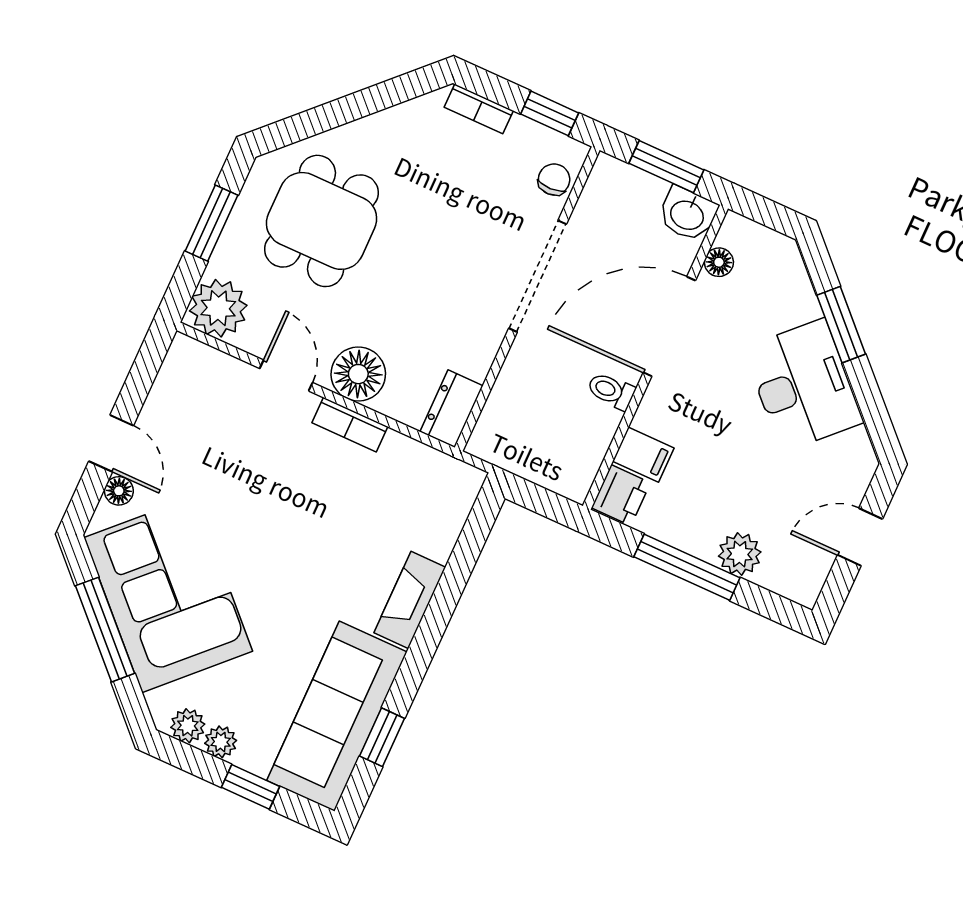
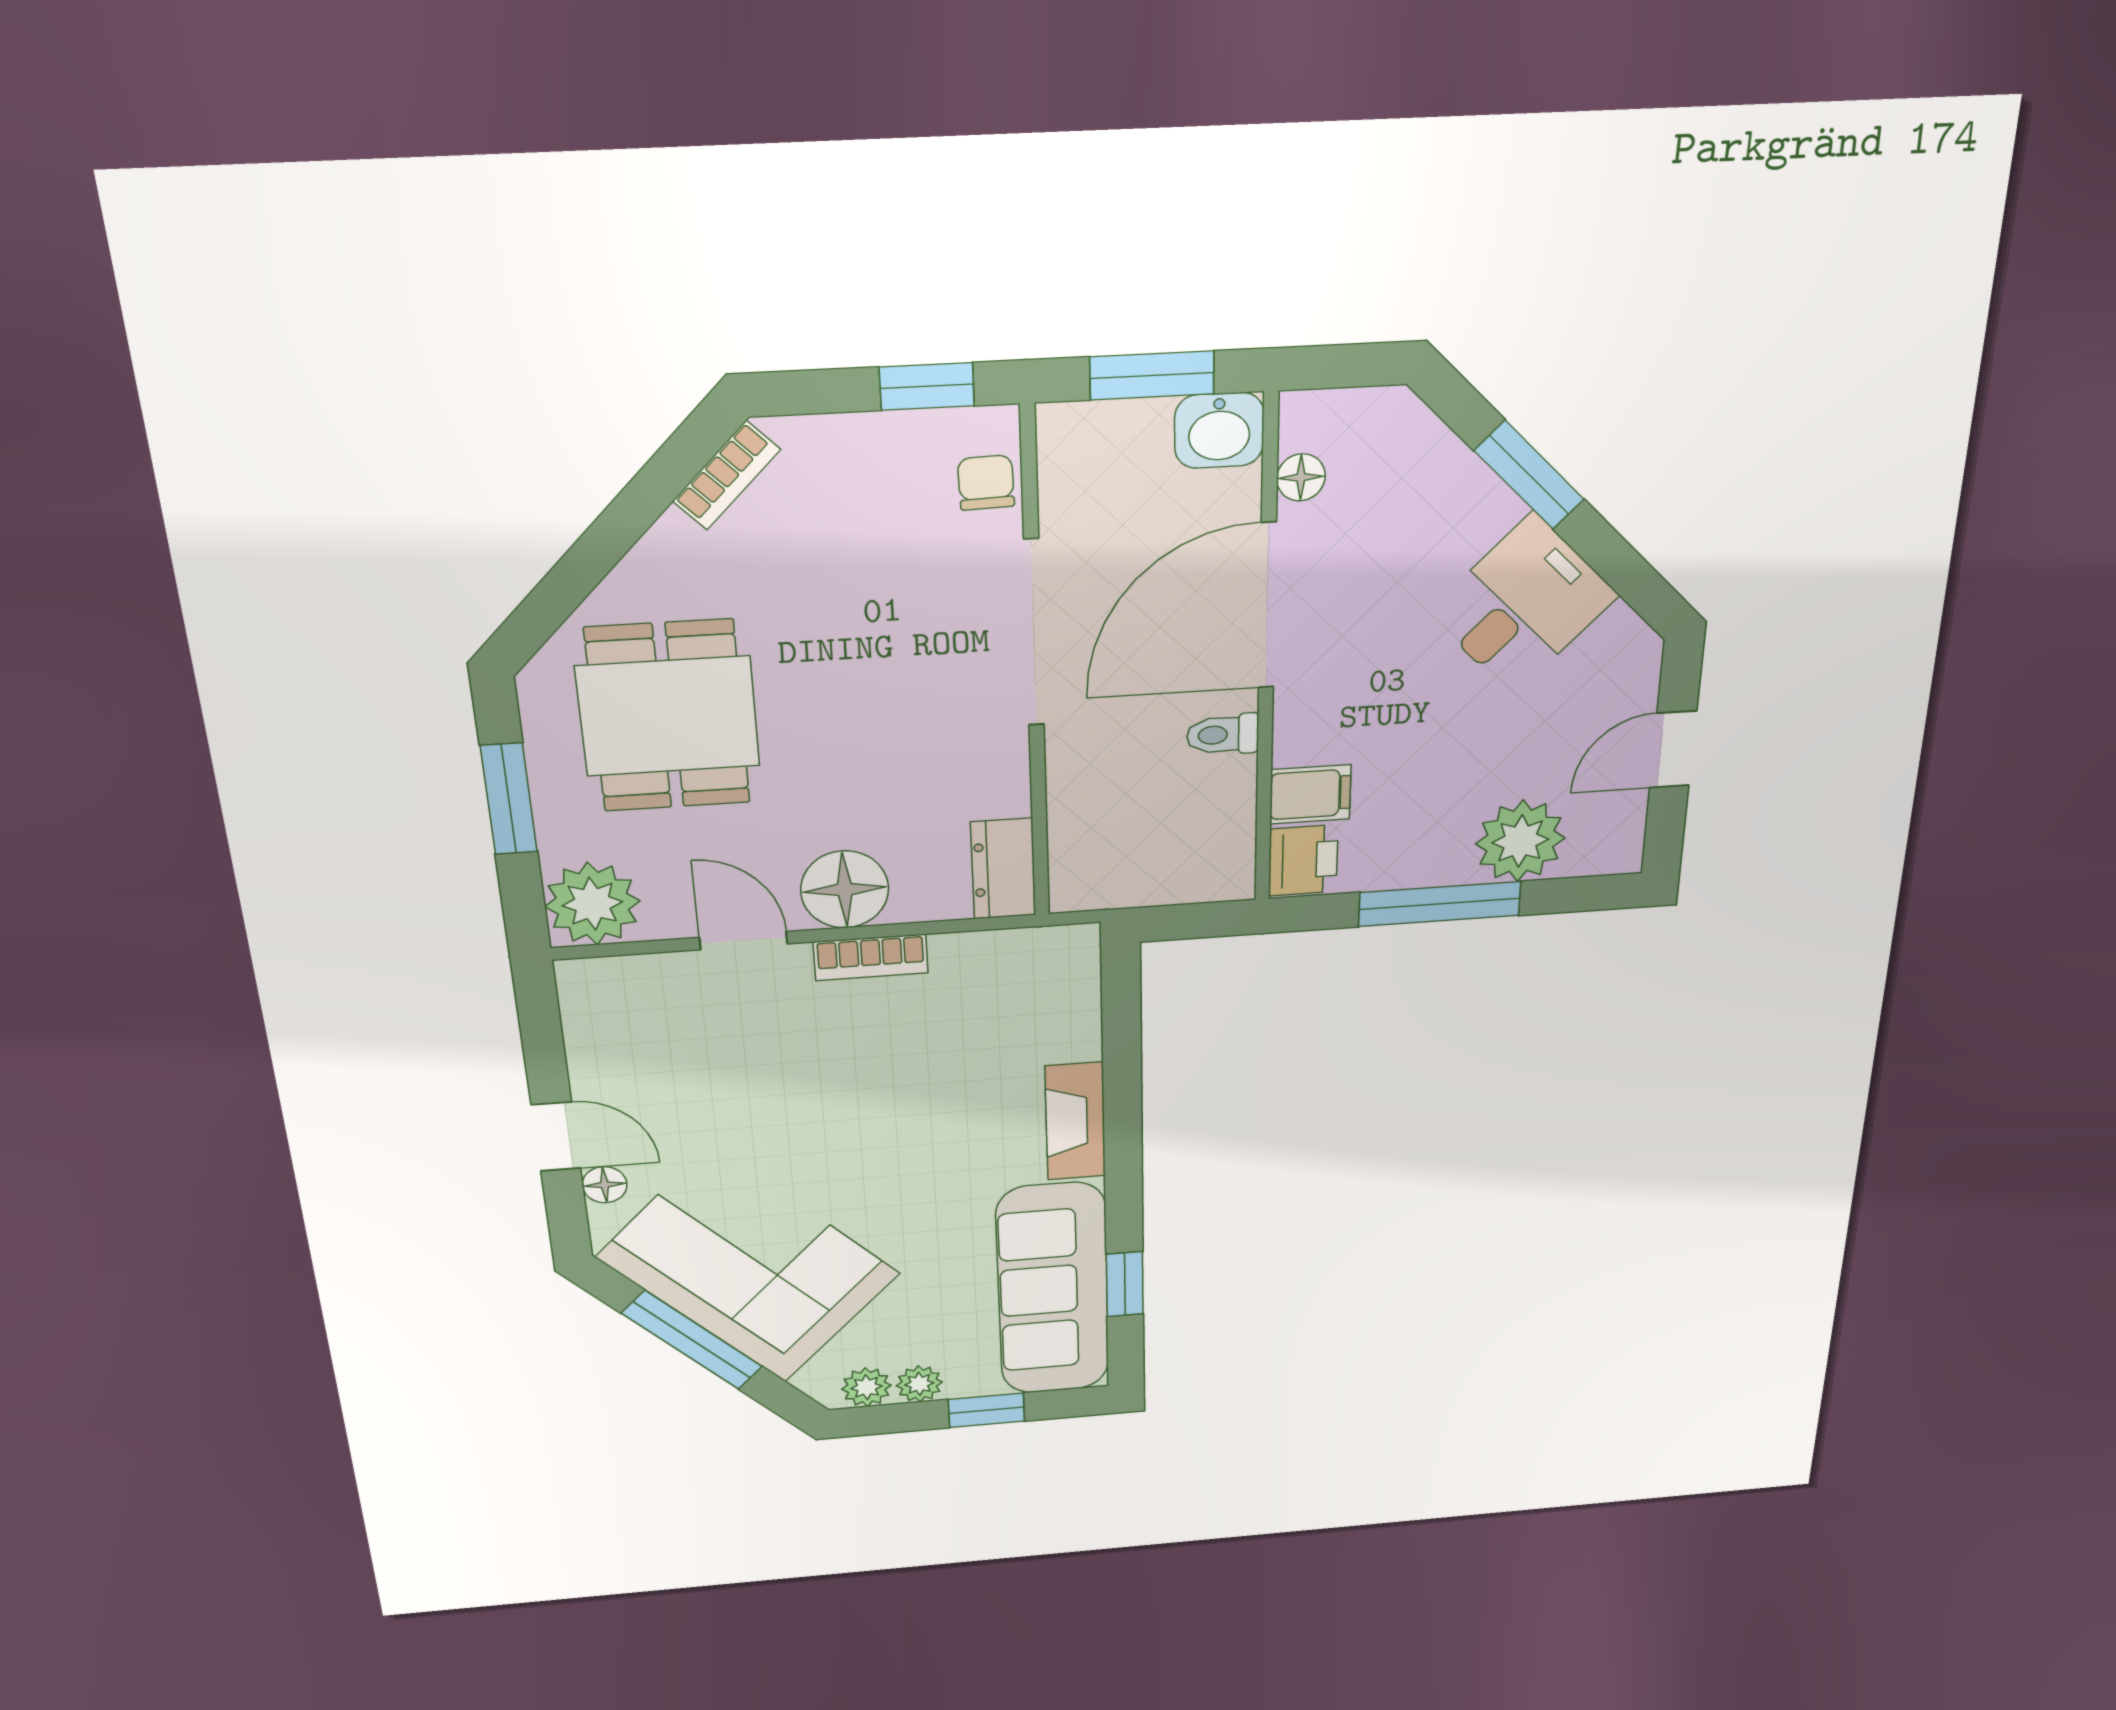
bookcase: (479, 109) -> (726, 475), moved, turned -45
desk: (803, 385) -> (1523, 605), width x0.73
plant: (740, 554) -> (1520, 841), width x1.36, depth x1.36

